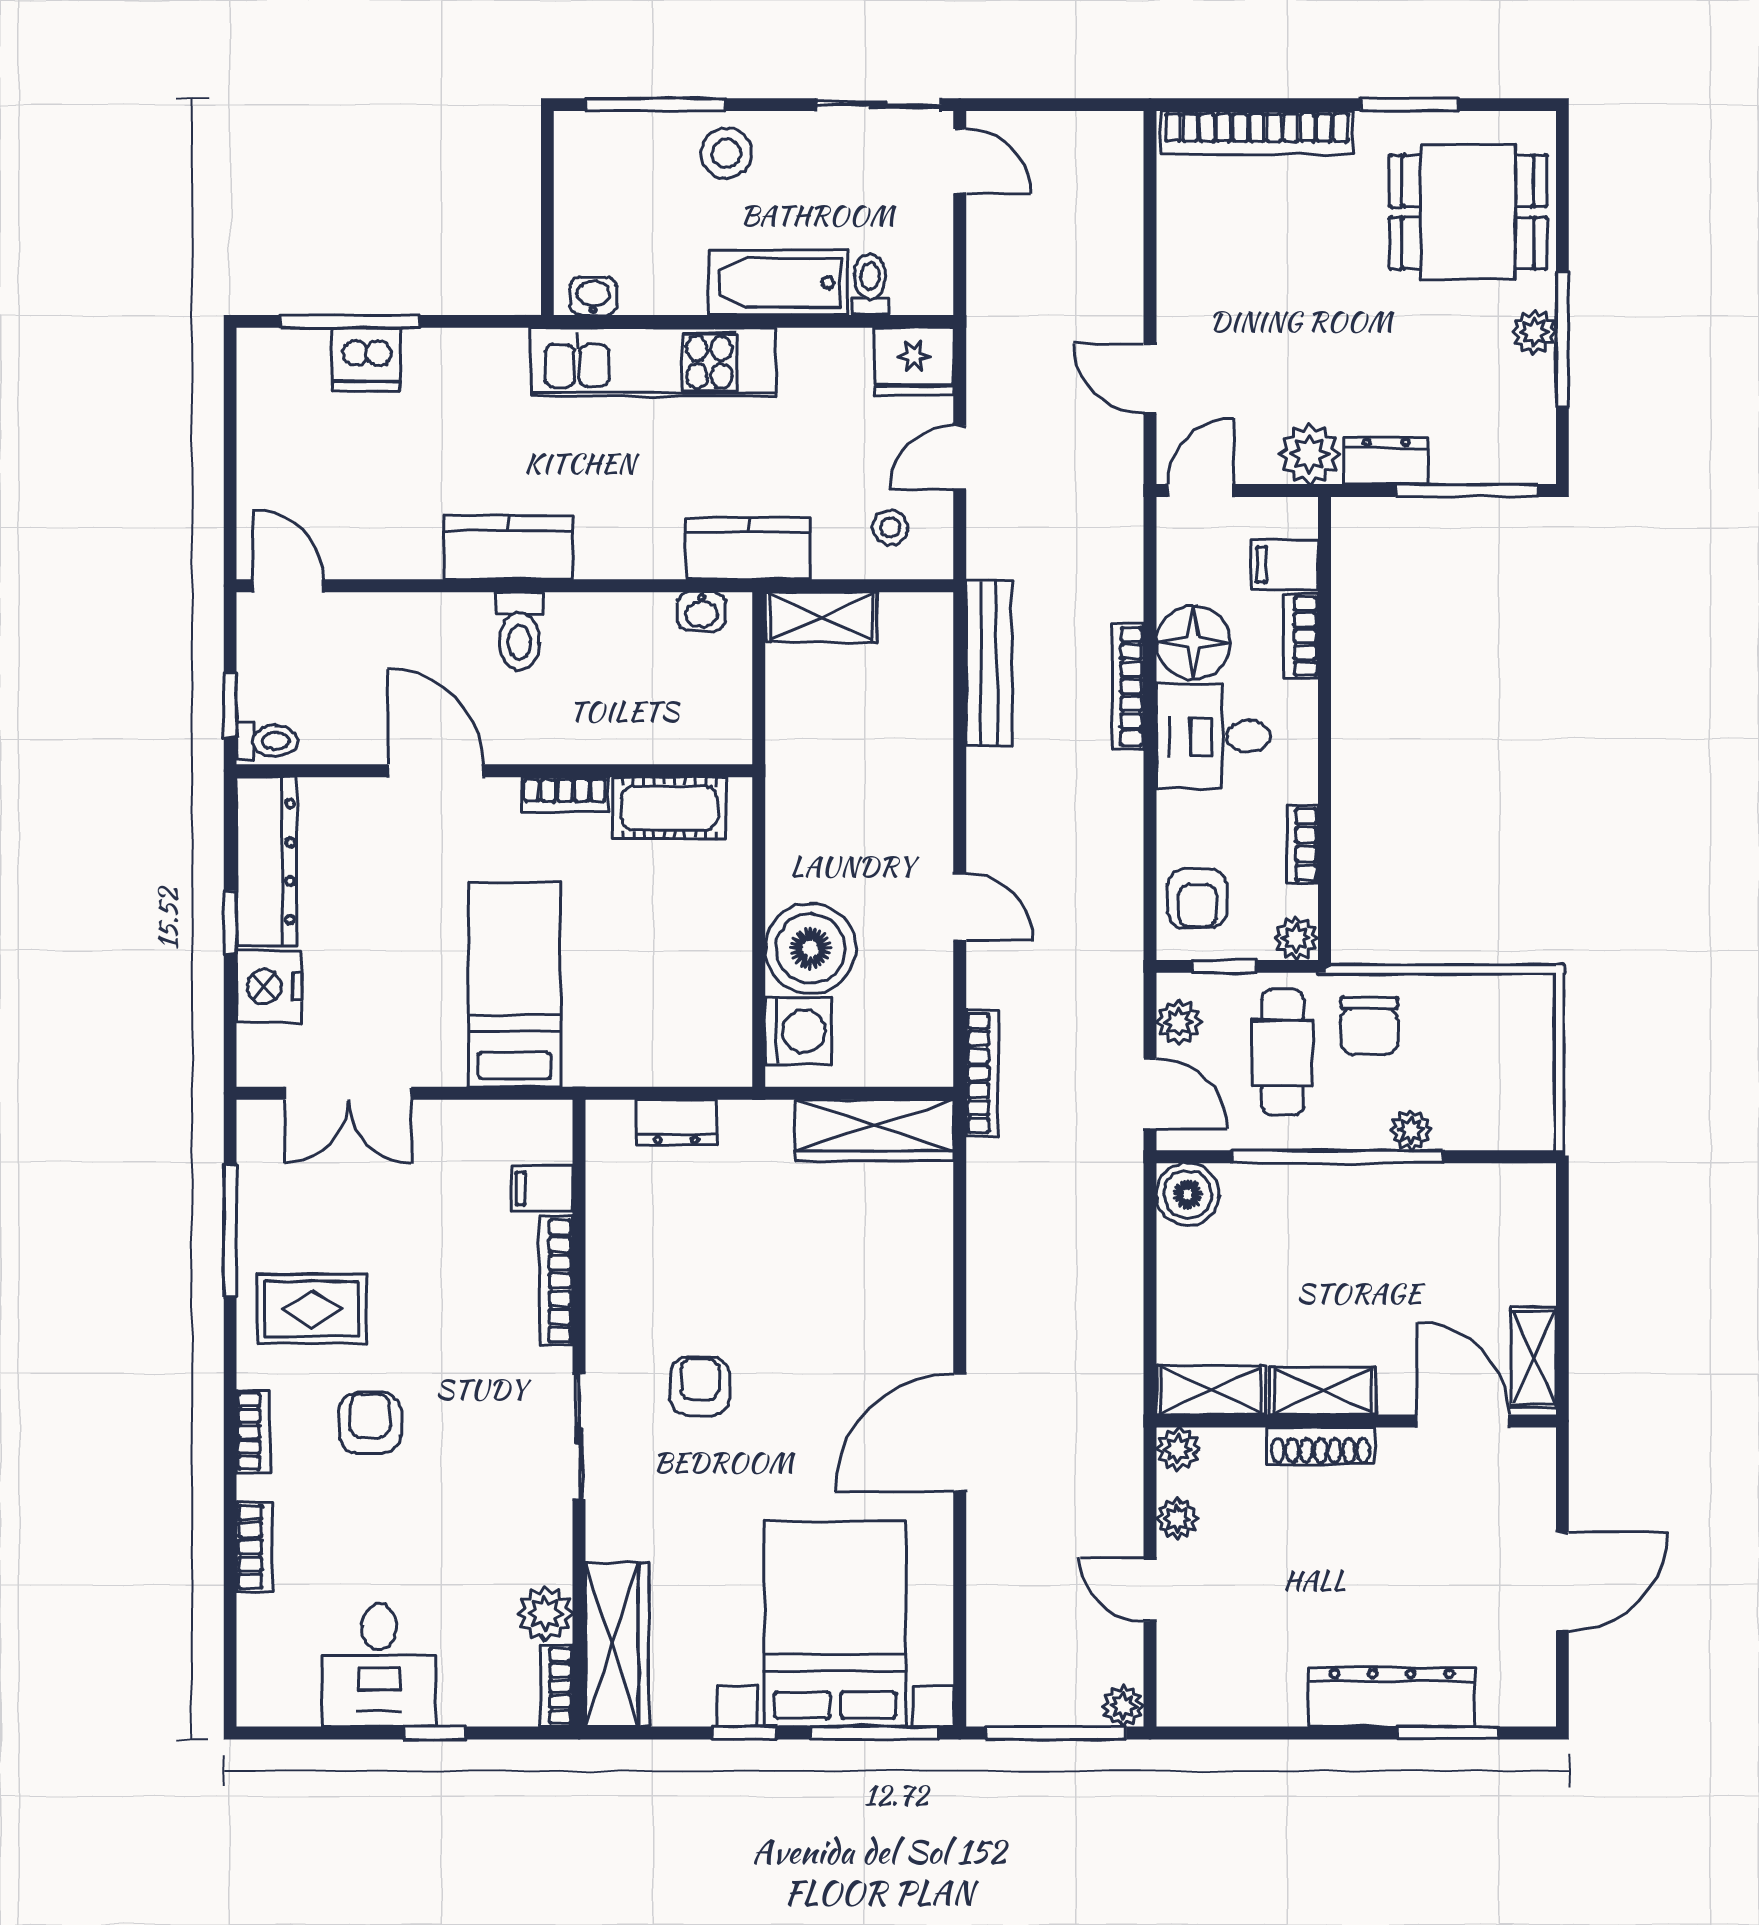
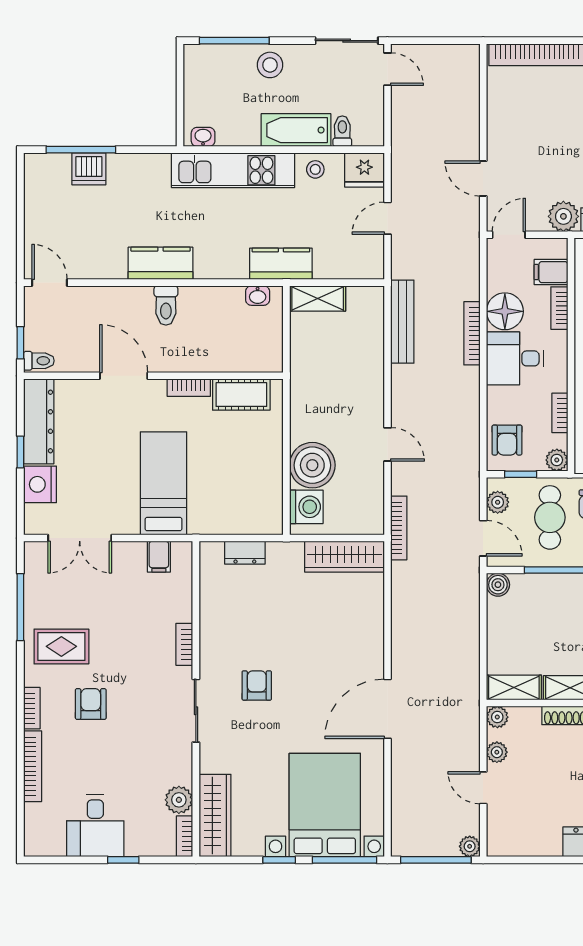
stool: (890, 527) -> (315, 169), moved
filing cabinet: (542, 1188) -> (159, 557), moved, turned -90
boiler: (1188, 1194) -> (498, 585), width x0.73, depth x0.73
bookcase: (556, 1281) -> (184, 644), width x0.64
bookcase: (254, 1547) -> (33, 766), width x1.56

